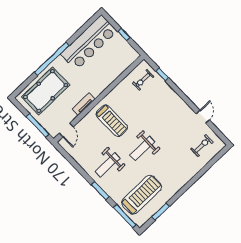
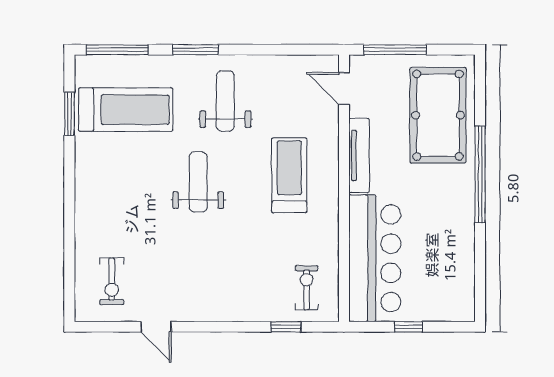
bar counter: (89, 43) -> (375, 258), moved, turned 180
tv unit: (83, 104) -> (359, 155), width x1.41
treadmill: (112, 121) -> (289, 175), turned 90
treadmill: (141, 195) -> (126, 110), turned -90

